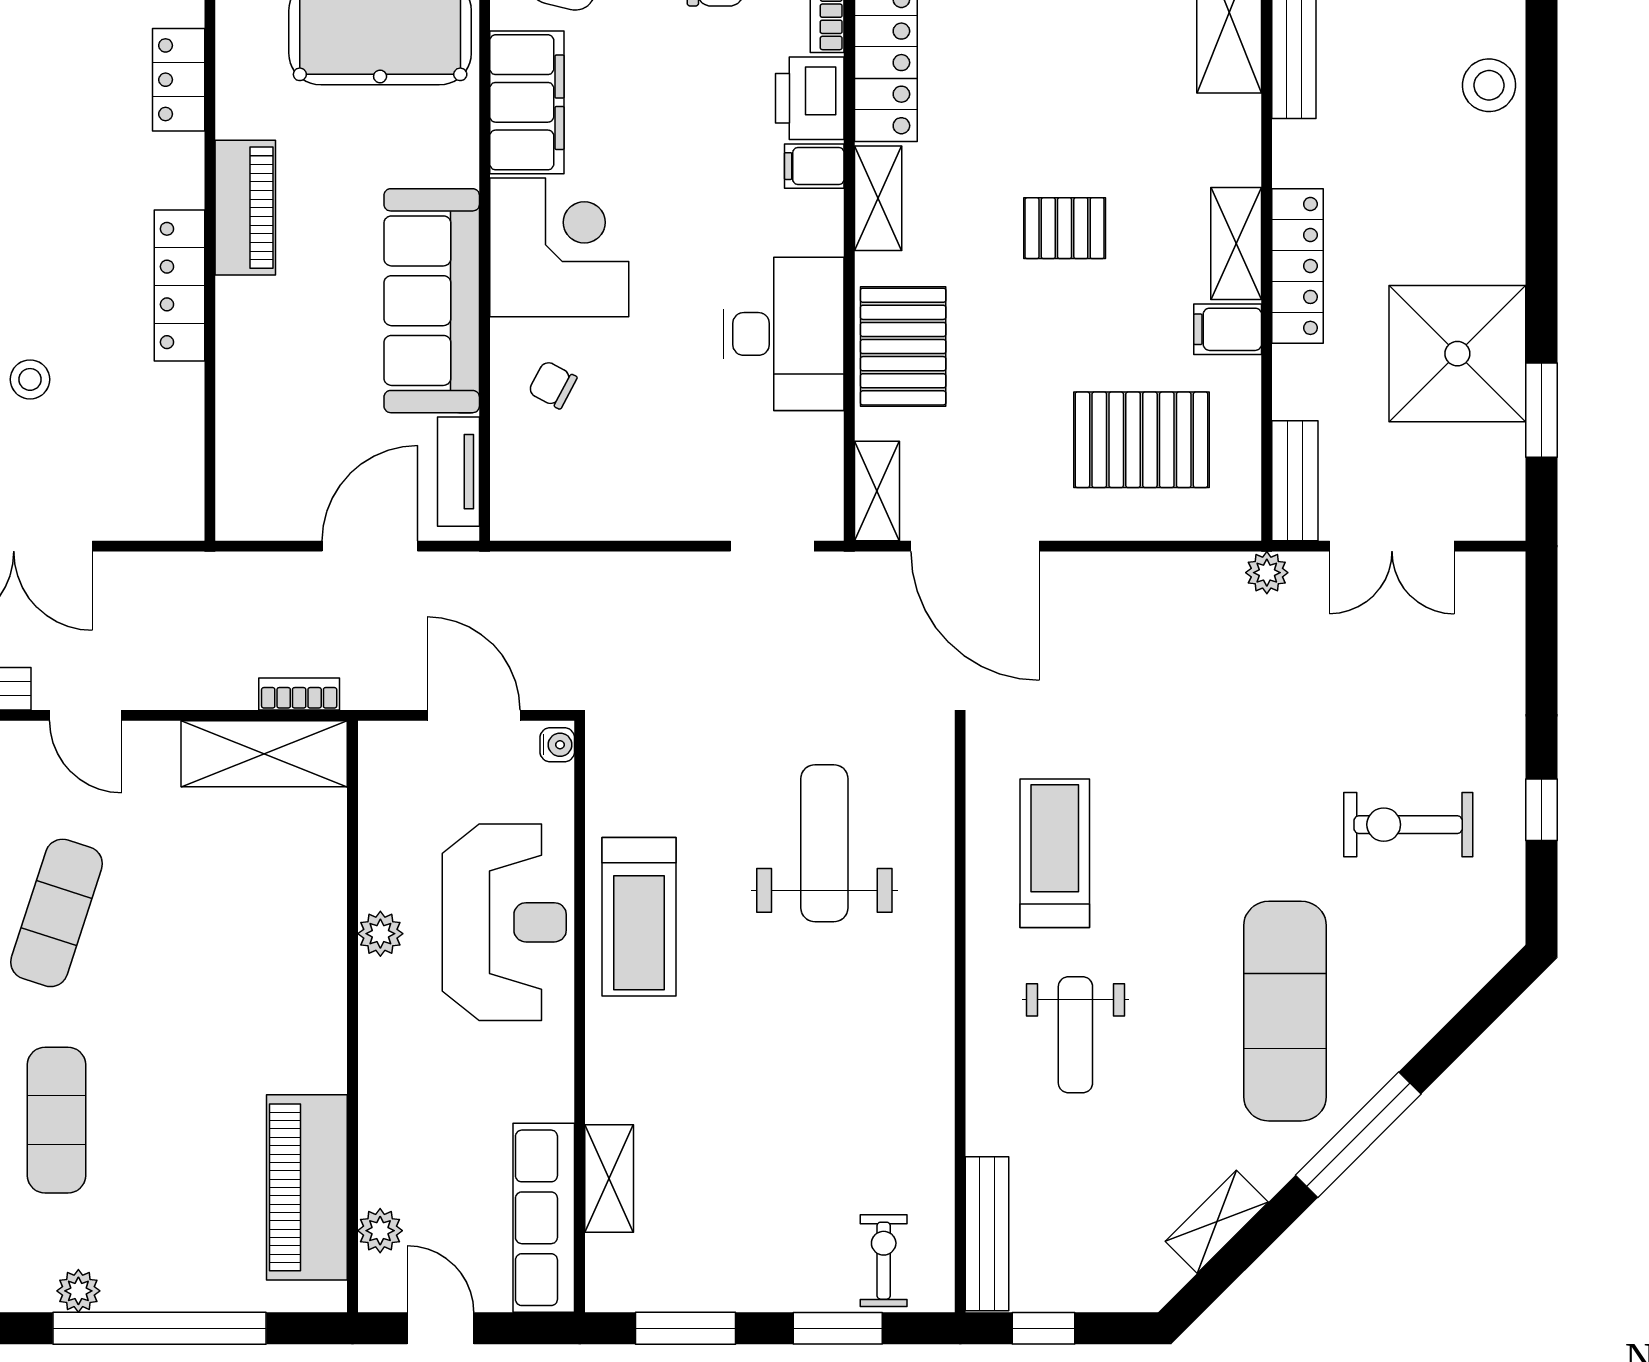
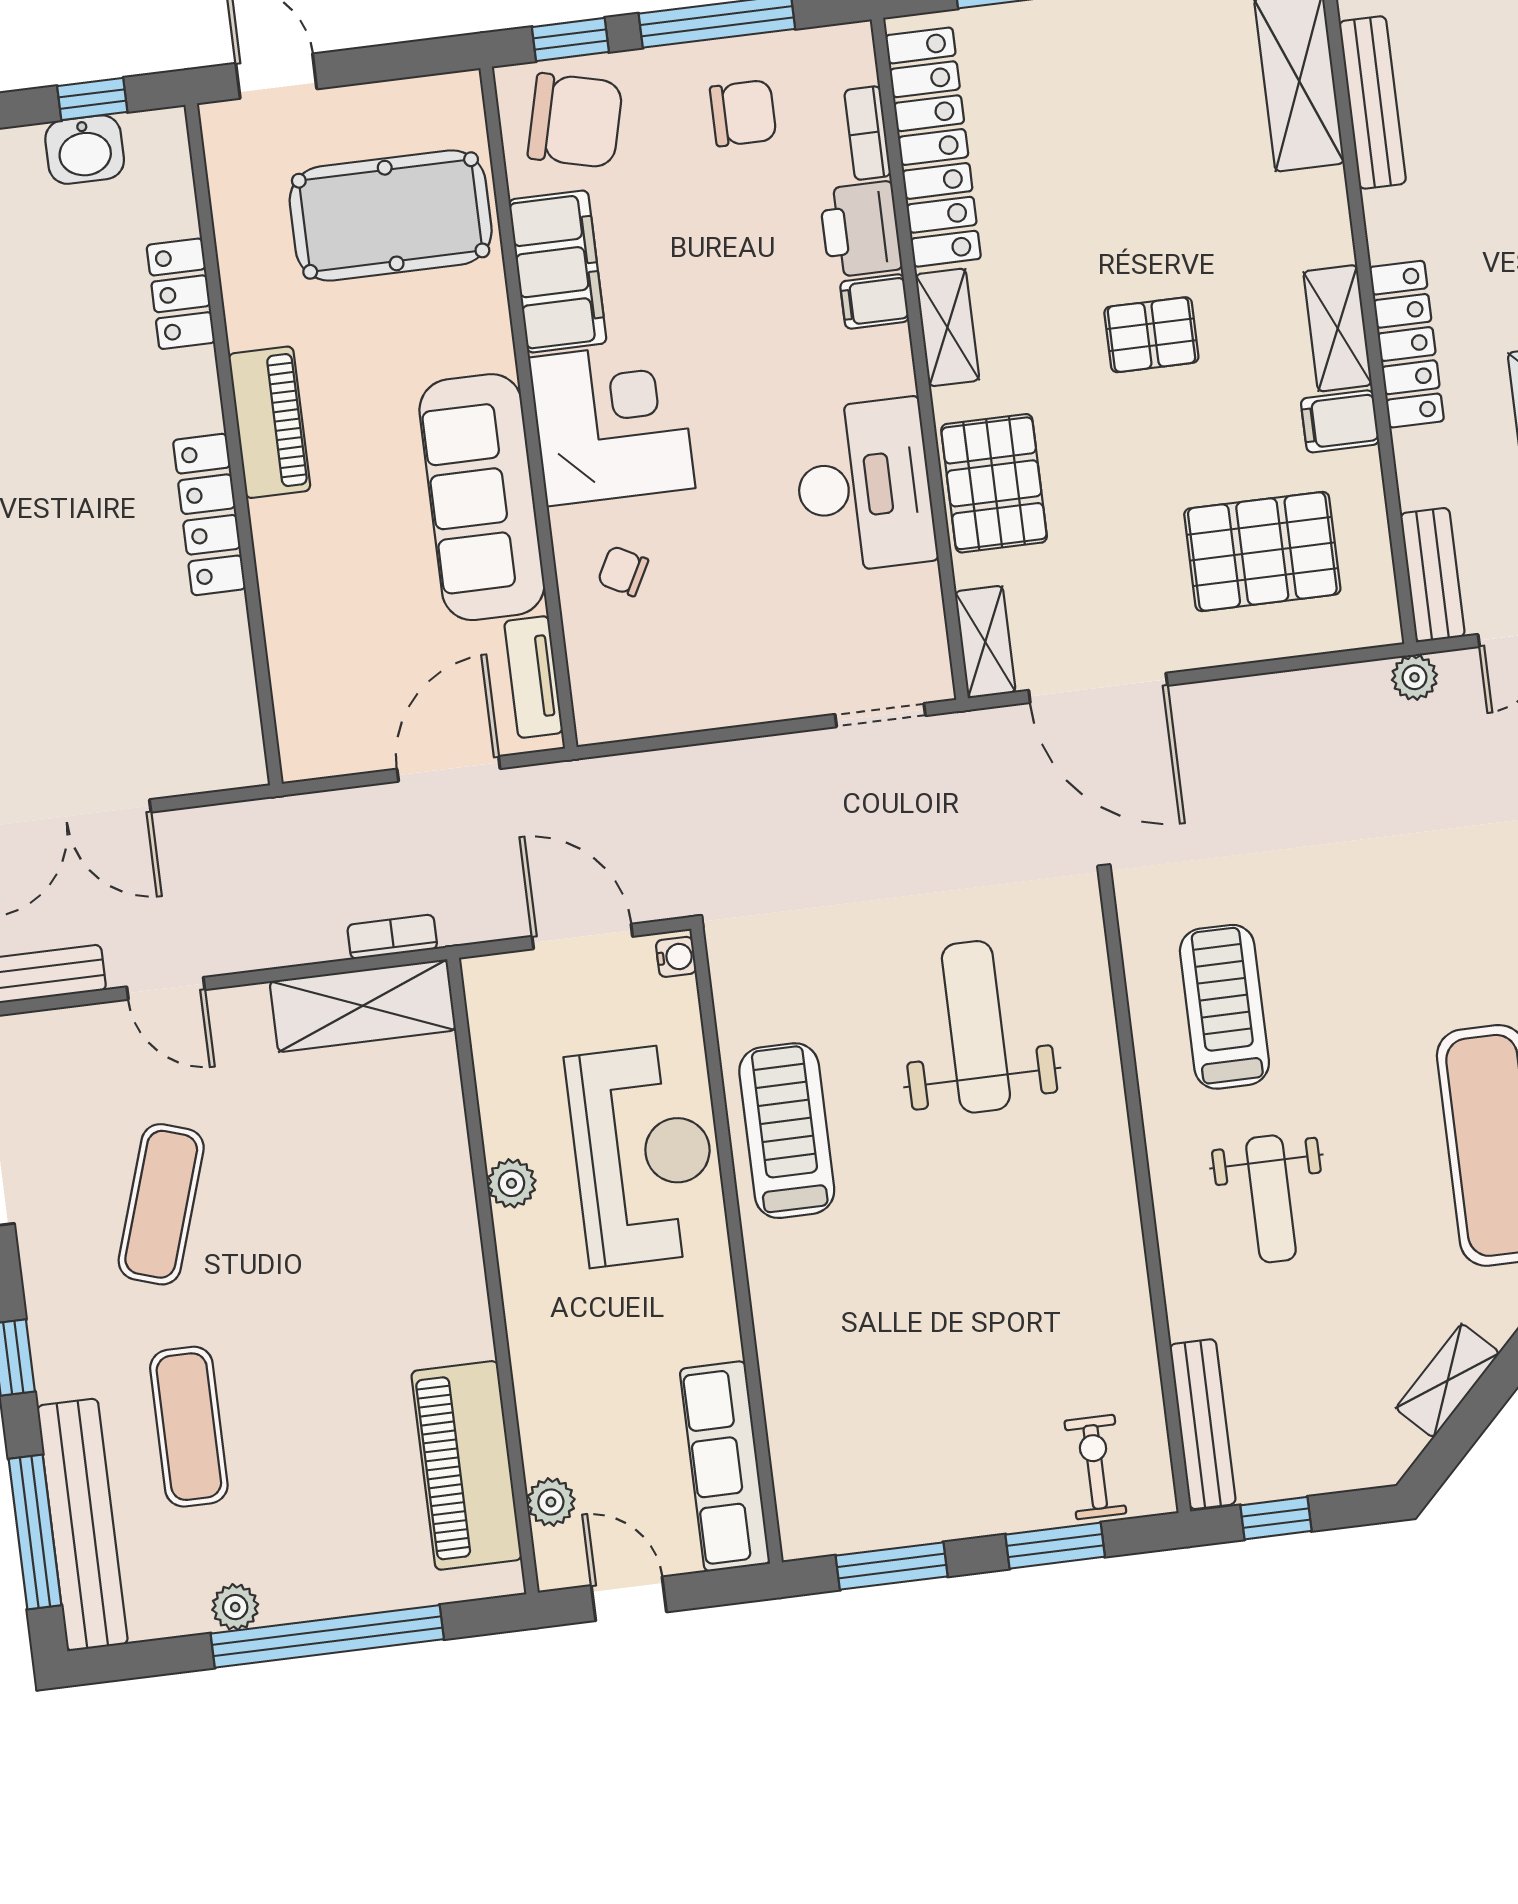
stool: (30, 379) -> (61, 635), removed
treadmill: (639, 917) -> (787, 1131), turned 180
shelving: (609, 1179) -> (790, 1415), removed

